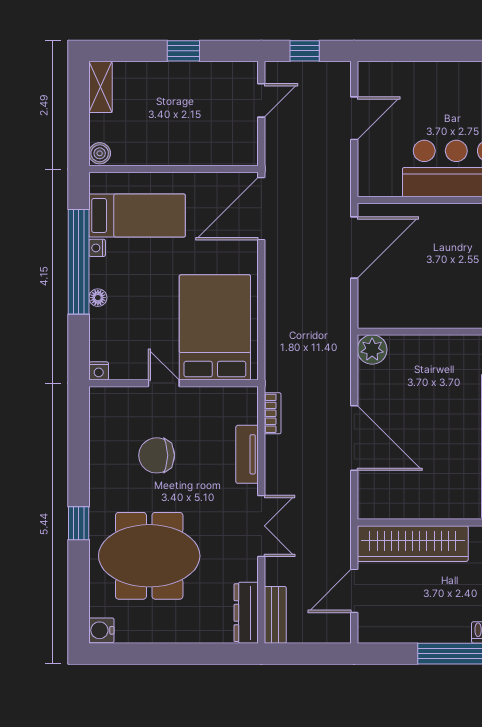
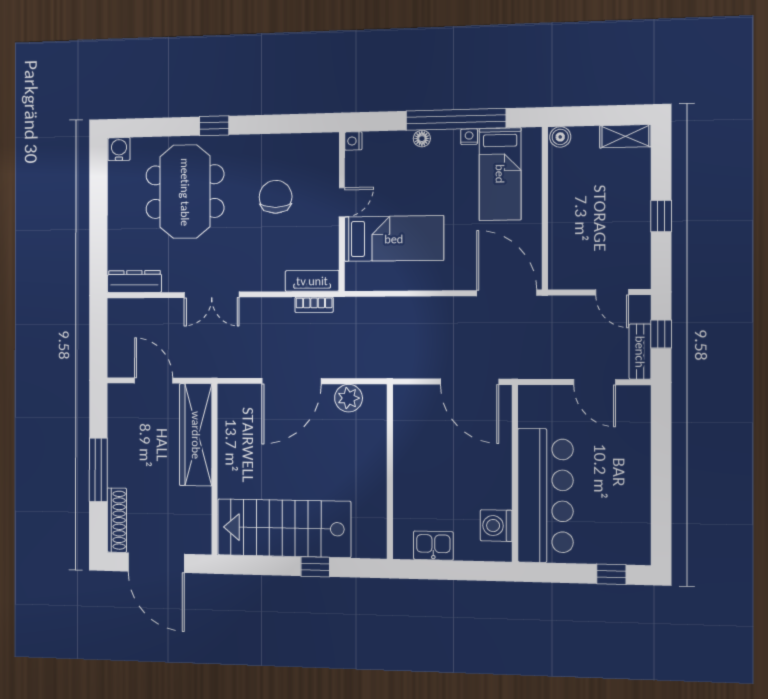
bed: (215, 327) -> (394, 239), width x0.67
plant: (372, 350) -> (349, 398), moved
tv unit: (247, 454) -> (312, 281), moved
bench: (275, 615) -> (640, 352), moved, turned 90

